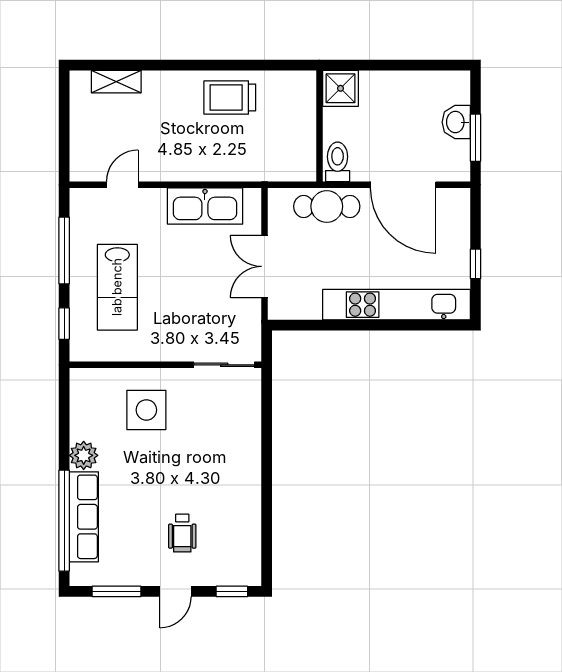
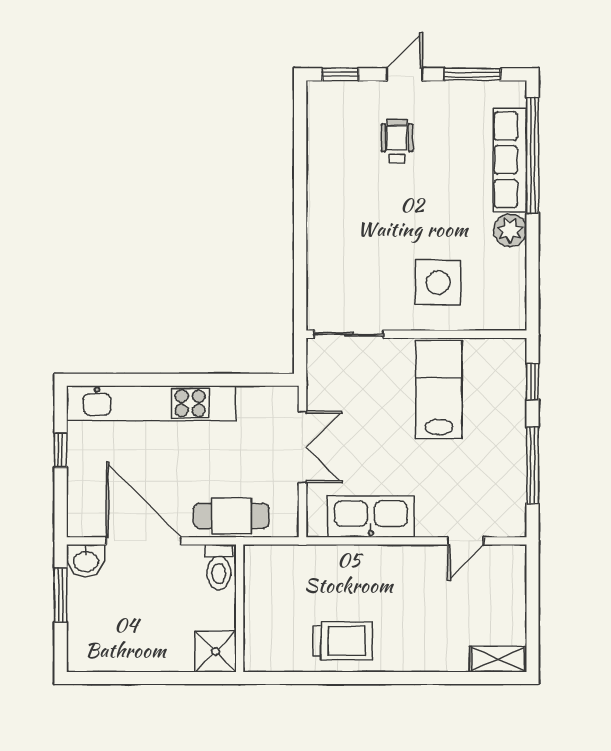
shelving: (116, 82) -> (498, 659), moved
washbasin: (456, 122) -> (86, 561), moved, turned 90
lab bench: (117, 287) -> (439, 390), moved

